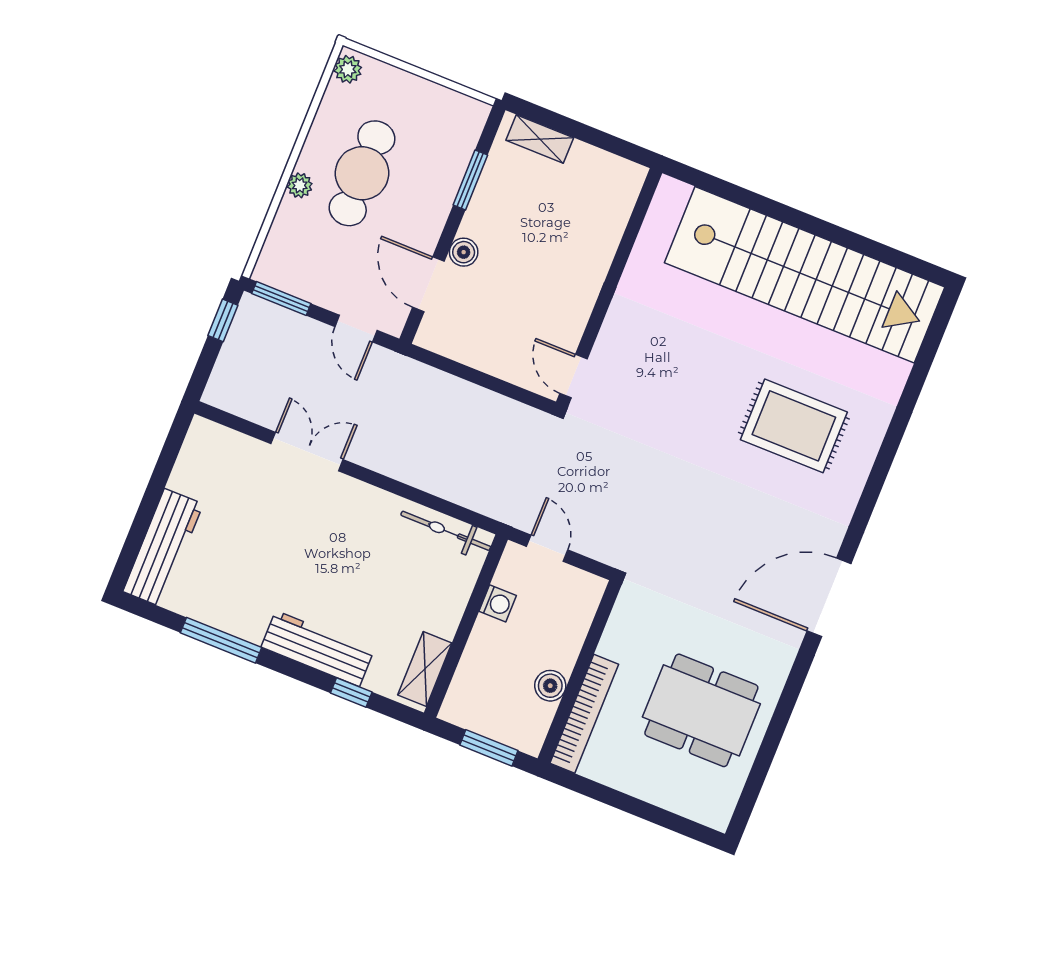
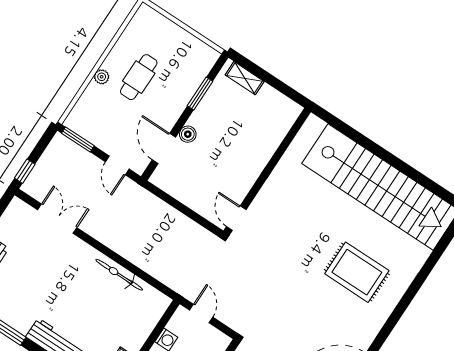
plant: (348, 69) -> (143, 16), removed
cafe table: (362, 173) -> (139, 77), width x0.73, depth x0.74
window: (223, 320) -> (25, 171), moved
double door: (307, 452) -> (57, 219), moved
bicycle: (446, 531) -> (119, 275), moved

